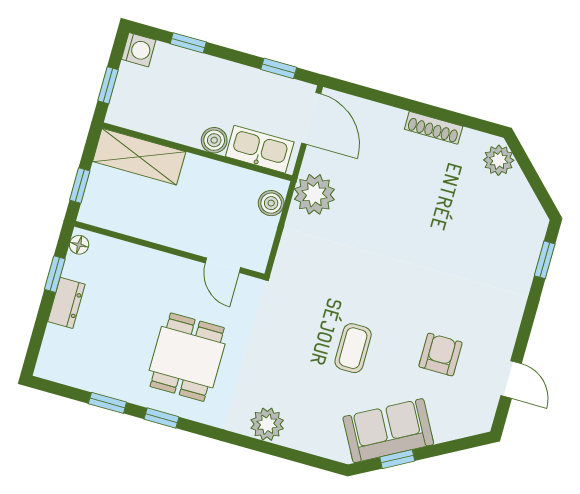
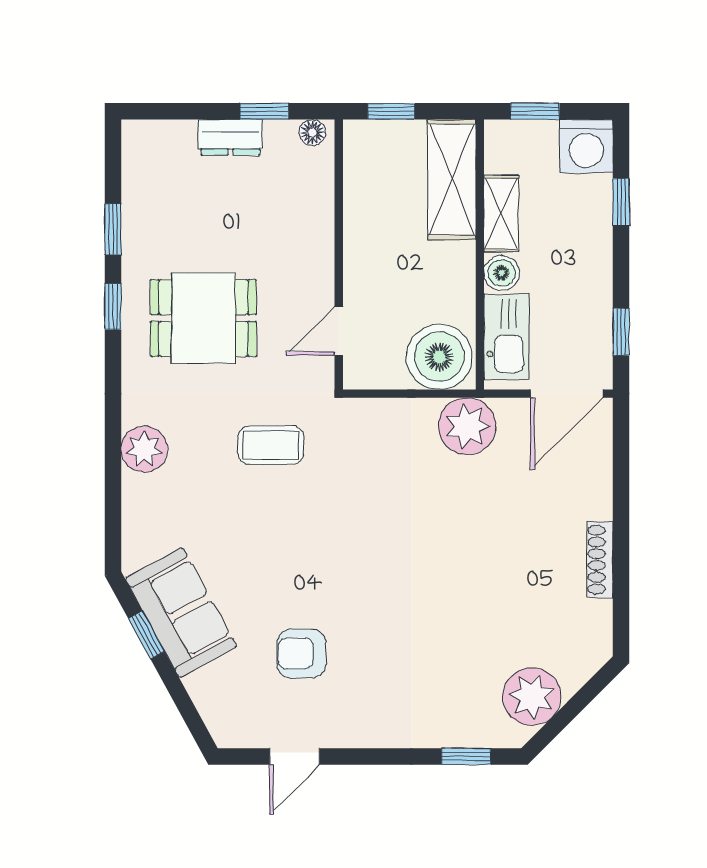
washing machine: (139, 50) -> (586, 146), width x1.38, depth x1.38
shelving: (173, 129) -> (501, 213), added
plant: (499, 160) -> (532, 697), moved, width x1.36, depth x1.36
boiler: (271, 203) -> (439, 357), width x1.86, depth x1.86
coffee table: (353, 348) -> (271, 445), moved
armchair: (440, 354) -> (302, 653), turned 180

